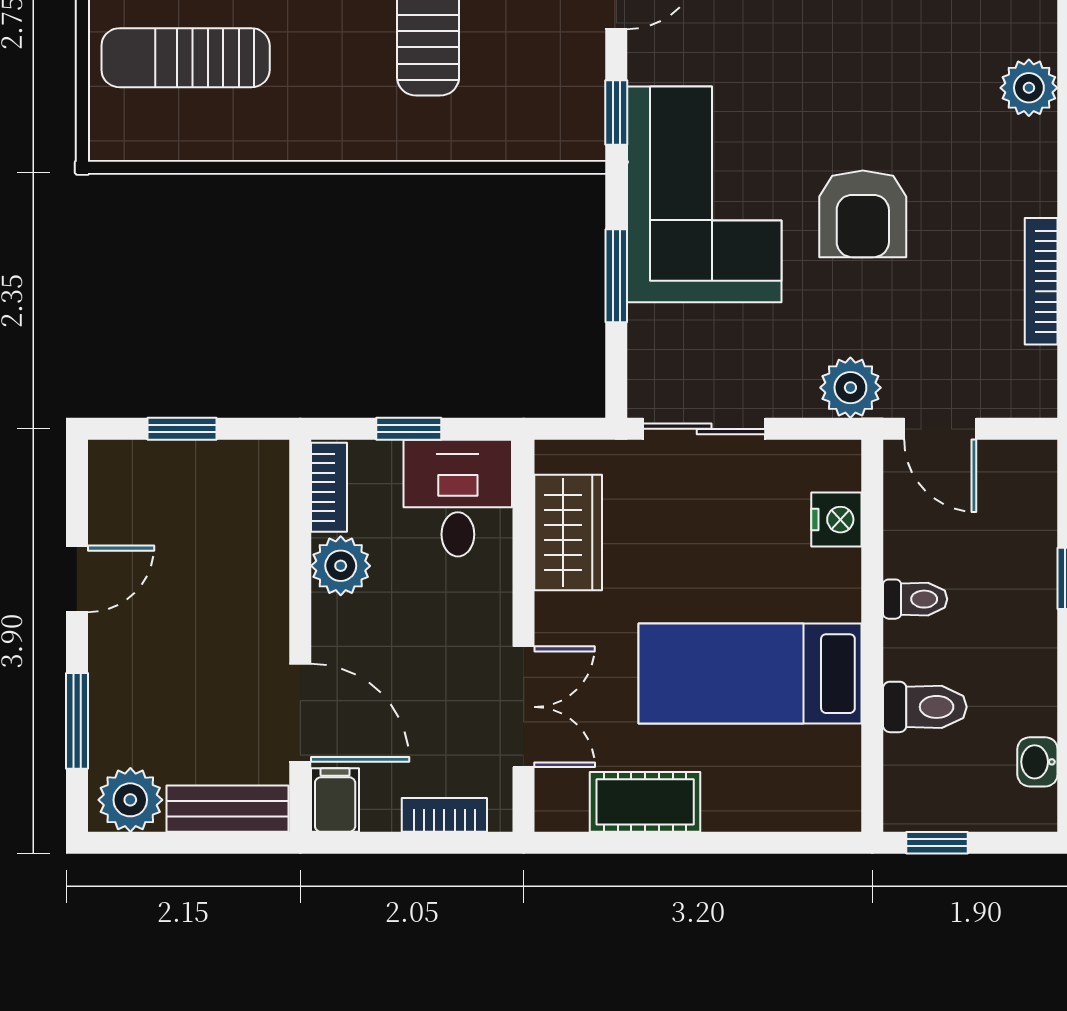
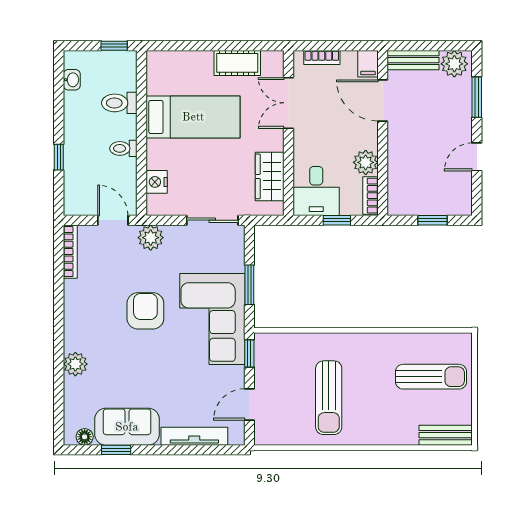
bookcase: (1041, 281) -> (70, 252), moved

